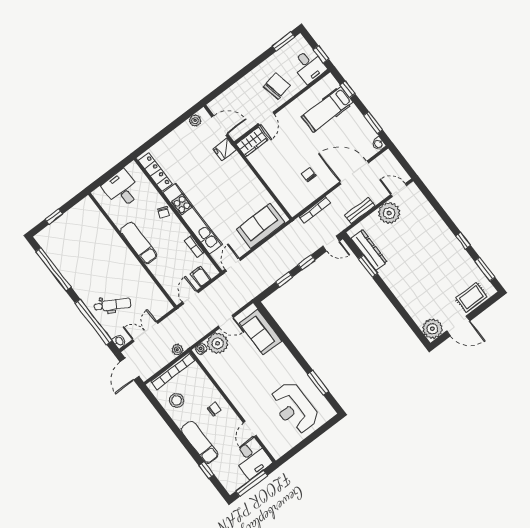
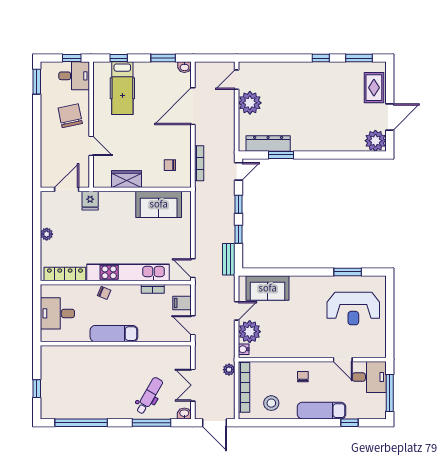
plant: (195, 120) -> (47, 234), moved
wardrobe: (252, 142) -> (127, 179), moved, turned -90
chair: (309, 174) -> (170, 165), moved
bench: (360, 210) -> (229, 259), moved
sofa: (261, 226) -> (159, 204), moved, turned -90
window: (94, 322) -> (151, 423), width x0.68

